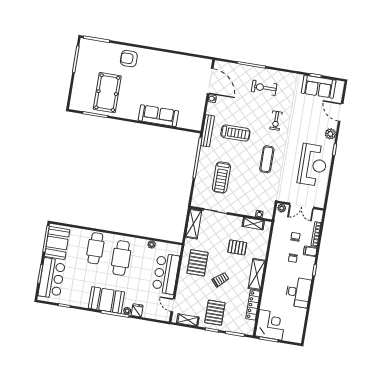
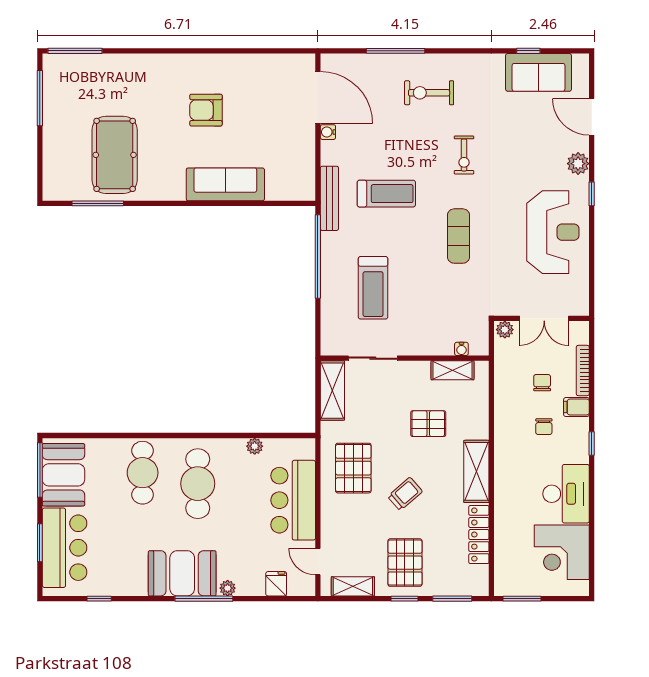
armchair: (129, 59) -> (206, 110), moved
fridge: (137, 310) -> (276, 584), moved
corner desk: (271, 325) -> (562, 552), moved, turned 180

